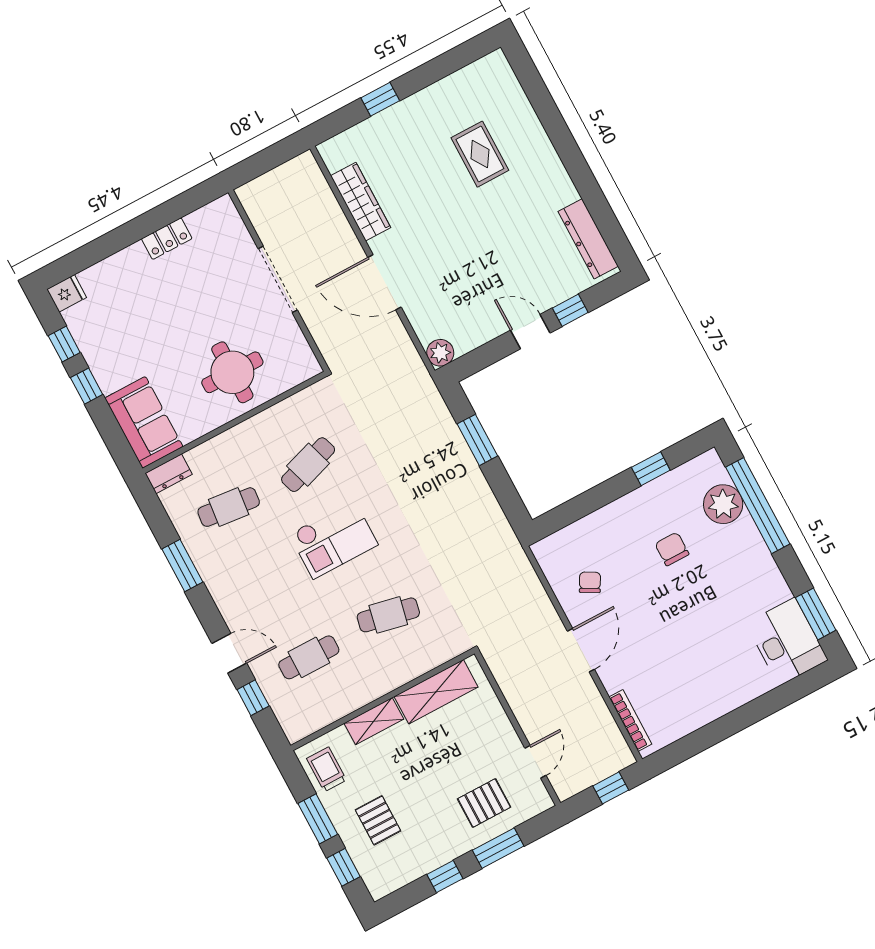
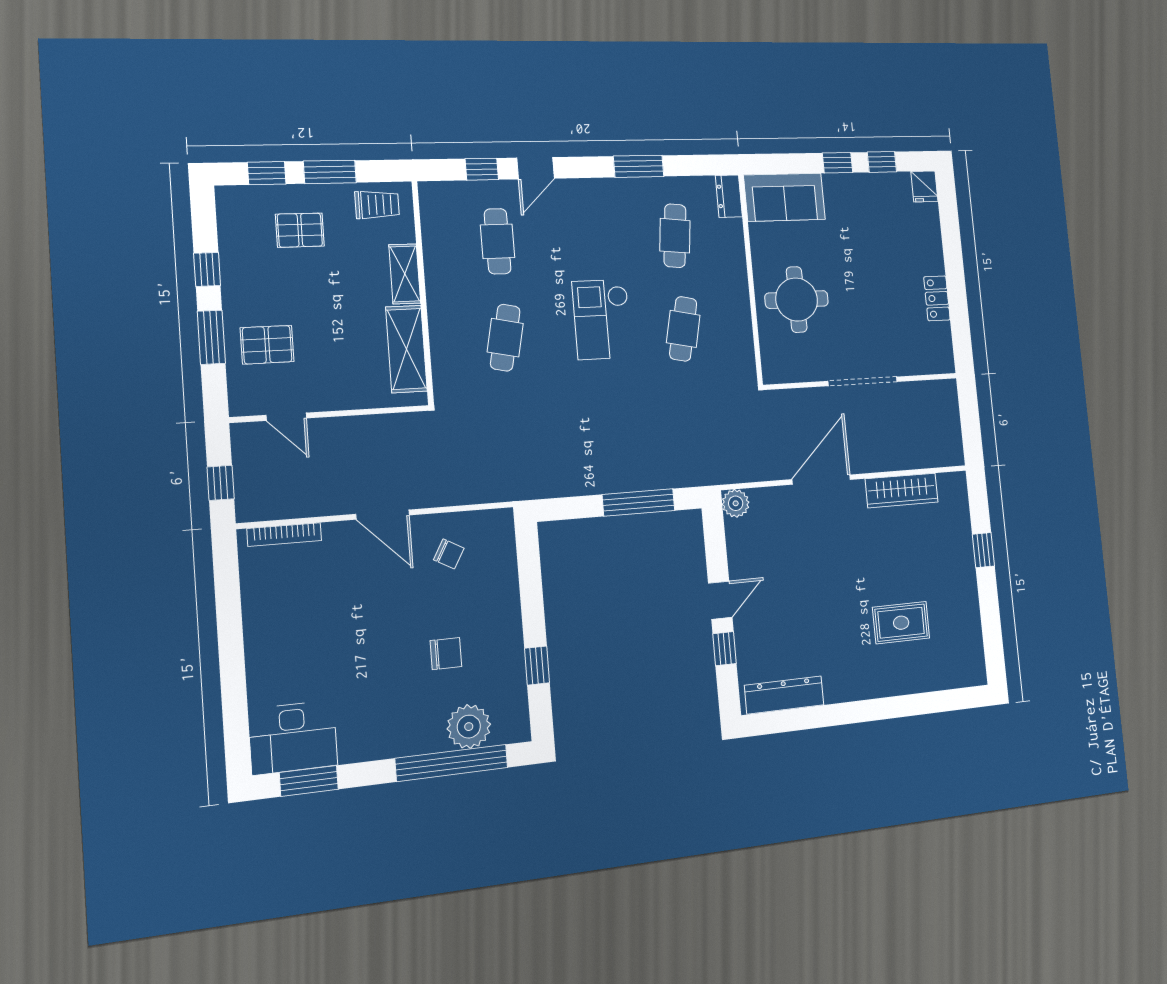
window: (477, 440) -> (639, 502), width x1.44
cafe table: (308, 465) -> (683, 329), turned 30
pallet: (484, 803) -> (267, 345), turned 90

